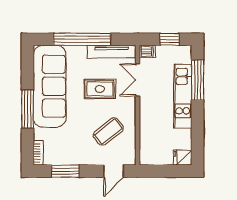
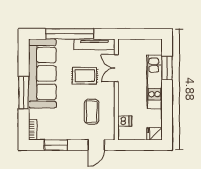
window: (170, 39) -> (143, 34), removed
dishwasher: (147, 51) -> (125, 121), moved
window: (198, 80) -> (167, 68), width x0.69
coffee table: (108, 132) -> (92, 112), turned -52

